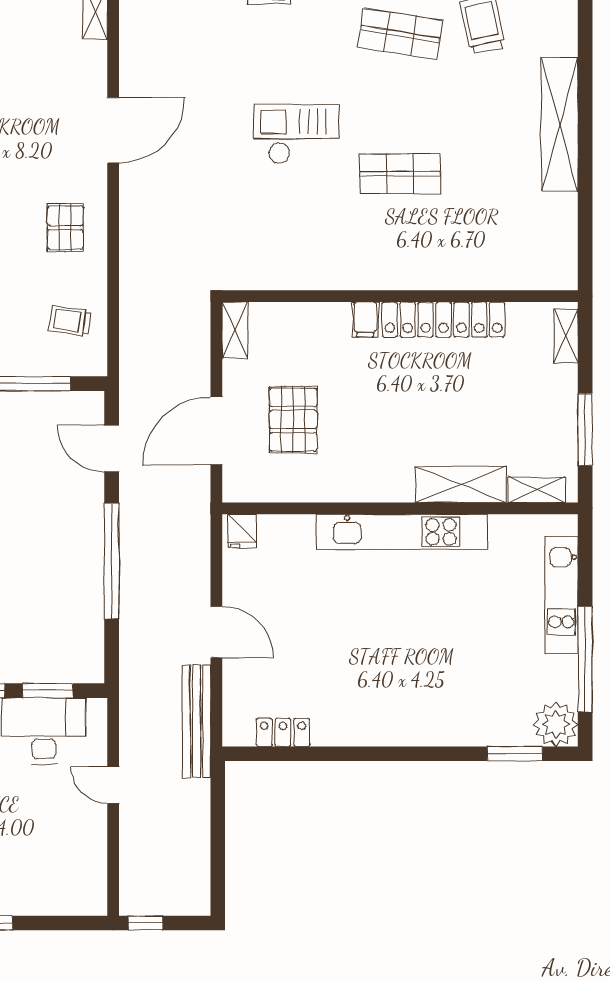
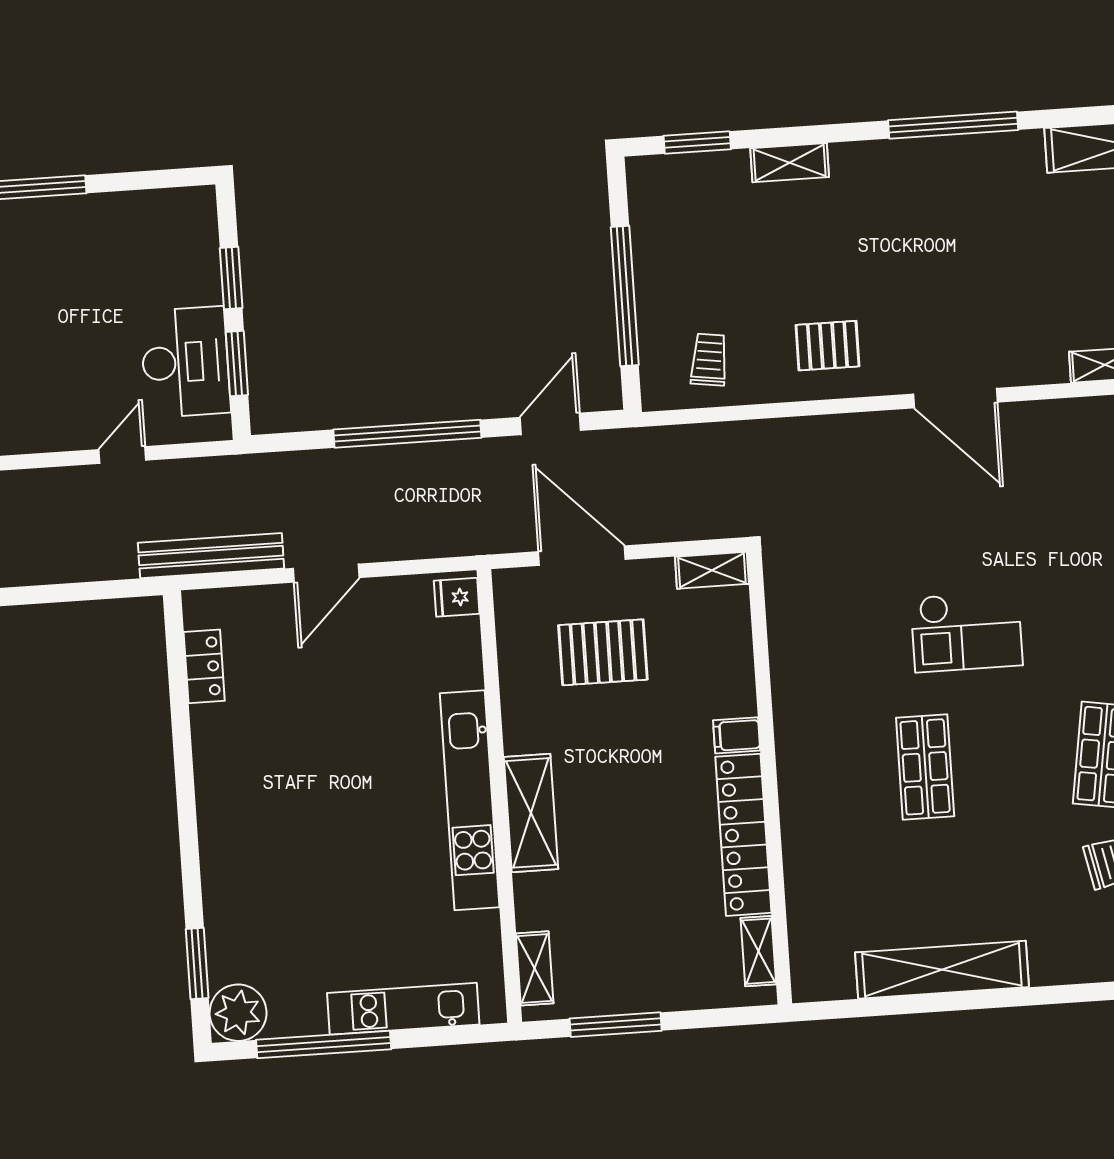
shelving: (560, 124) -> (942, 970), moved
checkout: (296, 134) -> (967, 631), turned 90
shelving: (566, 336) -> (758, 951), moved, turned 90
shelving: (461, 485) -> (531, 813), moved

